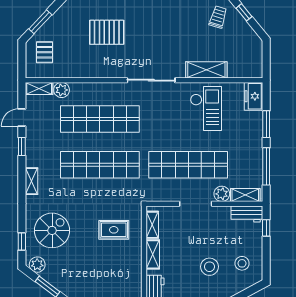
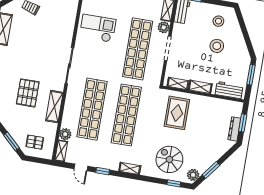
shelving: (206, 70) -> (54, 107), moved
rug: (114, 230) -> (177, 113), width x1.36, depth x1.43

